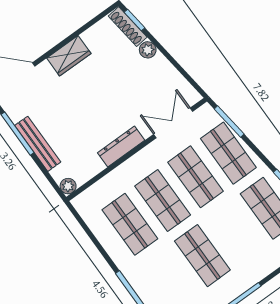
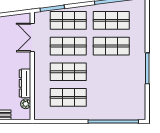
dresser: (121, 146) -> (25, 83), moved
plant: (68, 186) -> (26, 104), moved
shop shelf: (202, 256) -> (111, 46), moved

